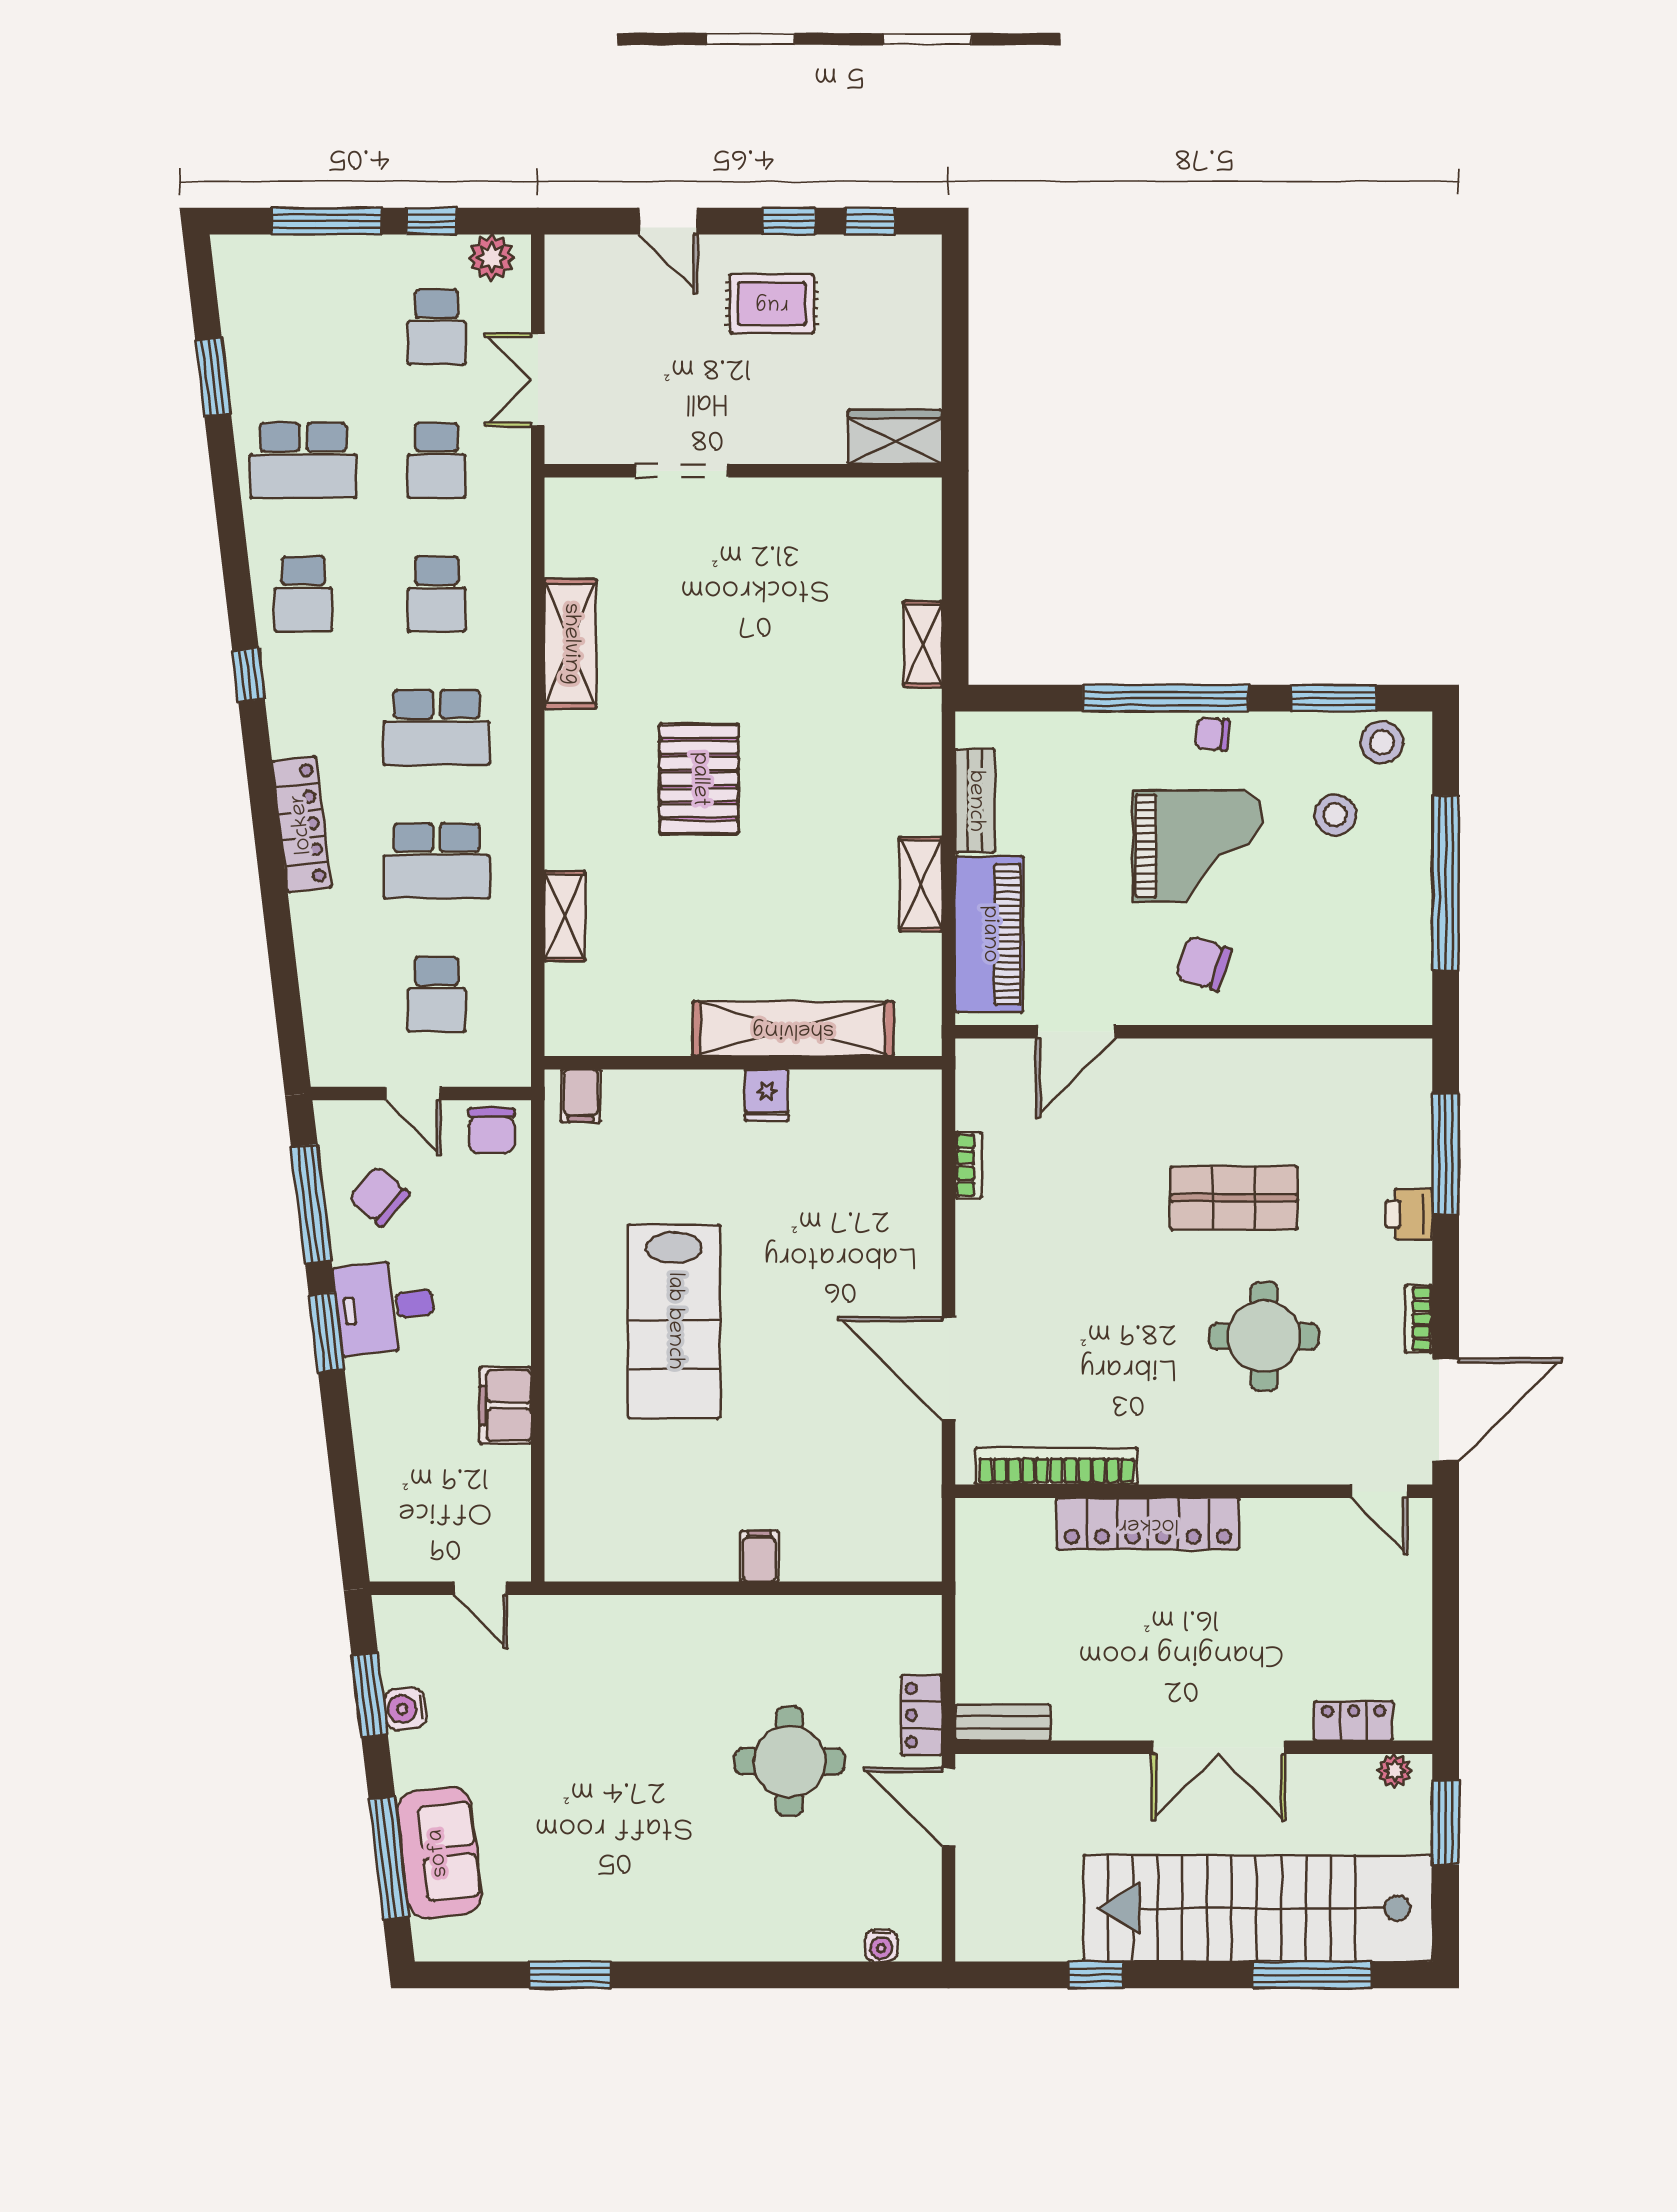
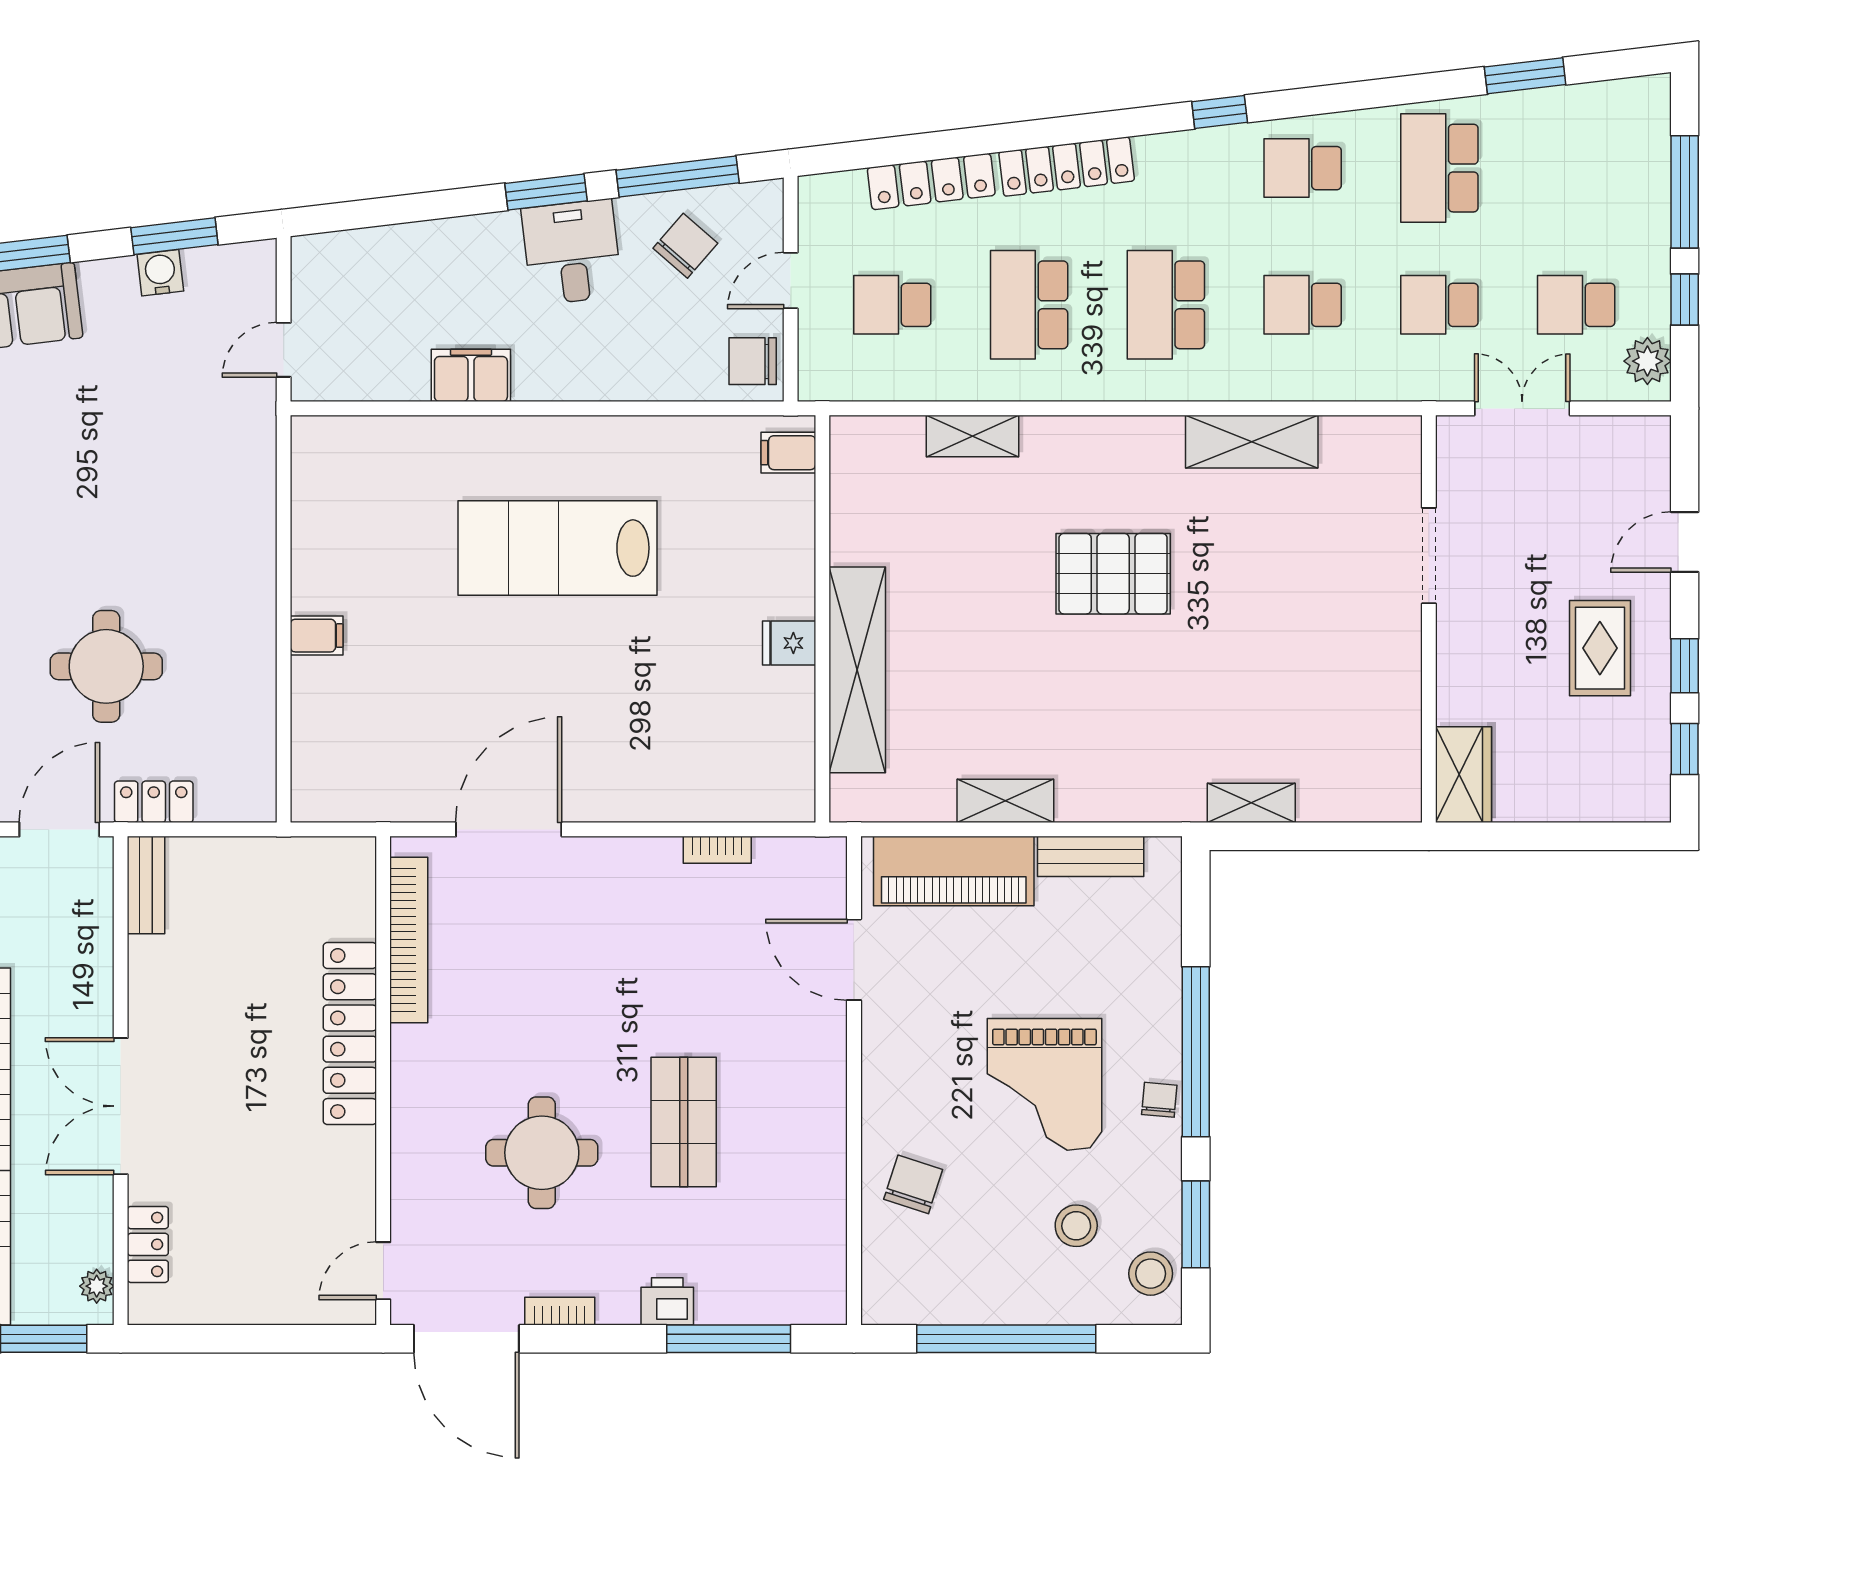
locker: (316, 956) -> (931, 182), added
chair: (1204, 963) -> (913, 1184), moved

